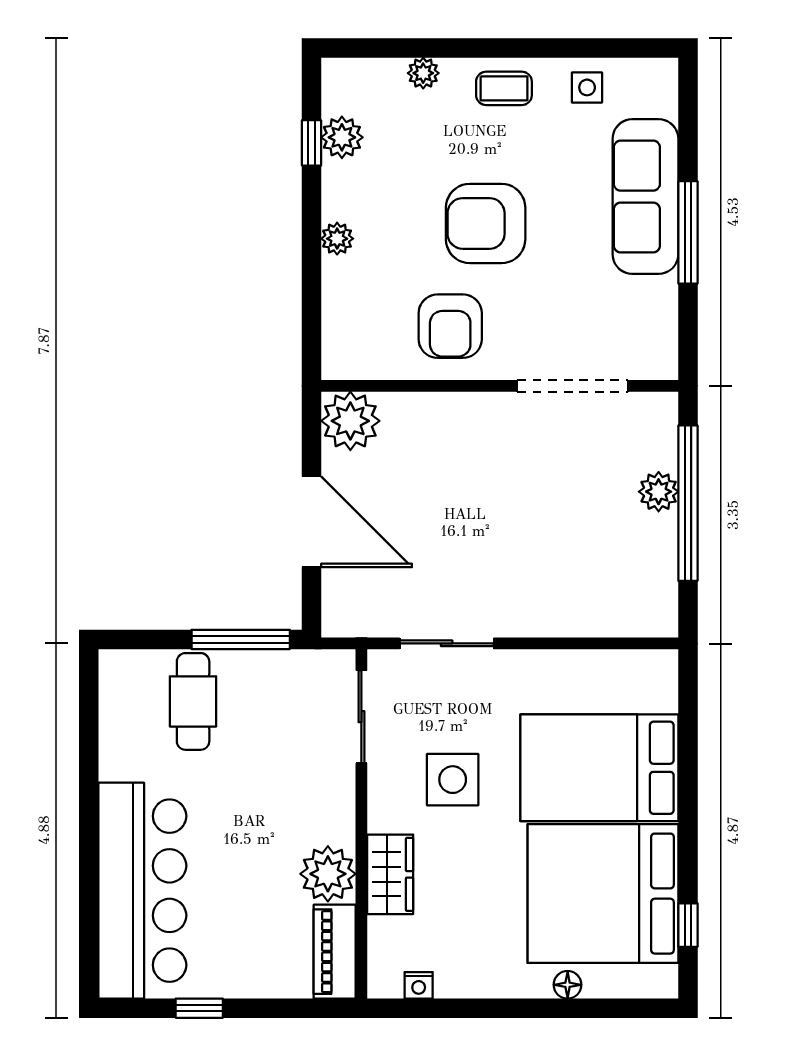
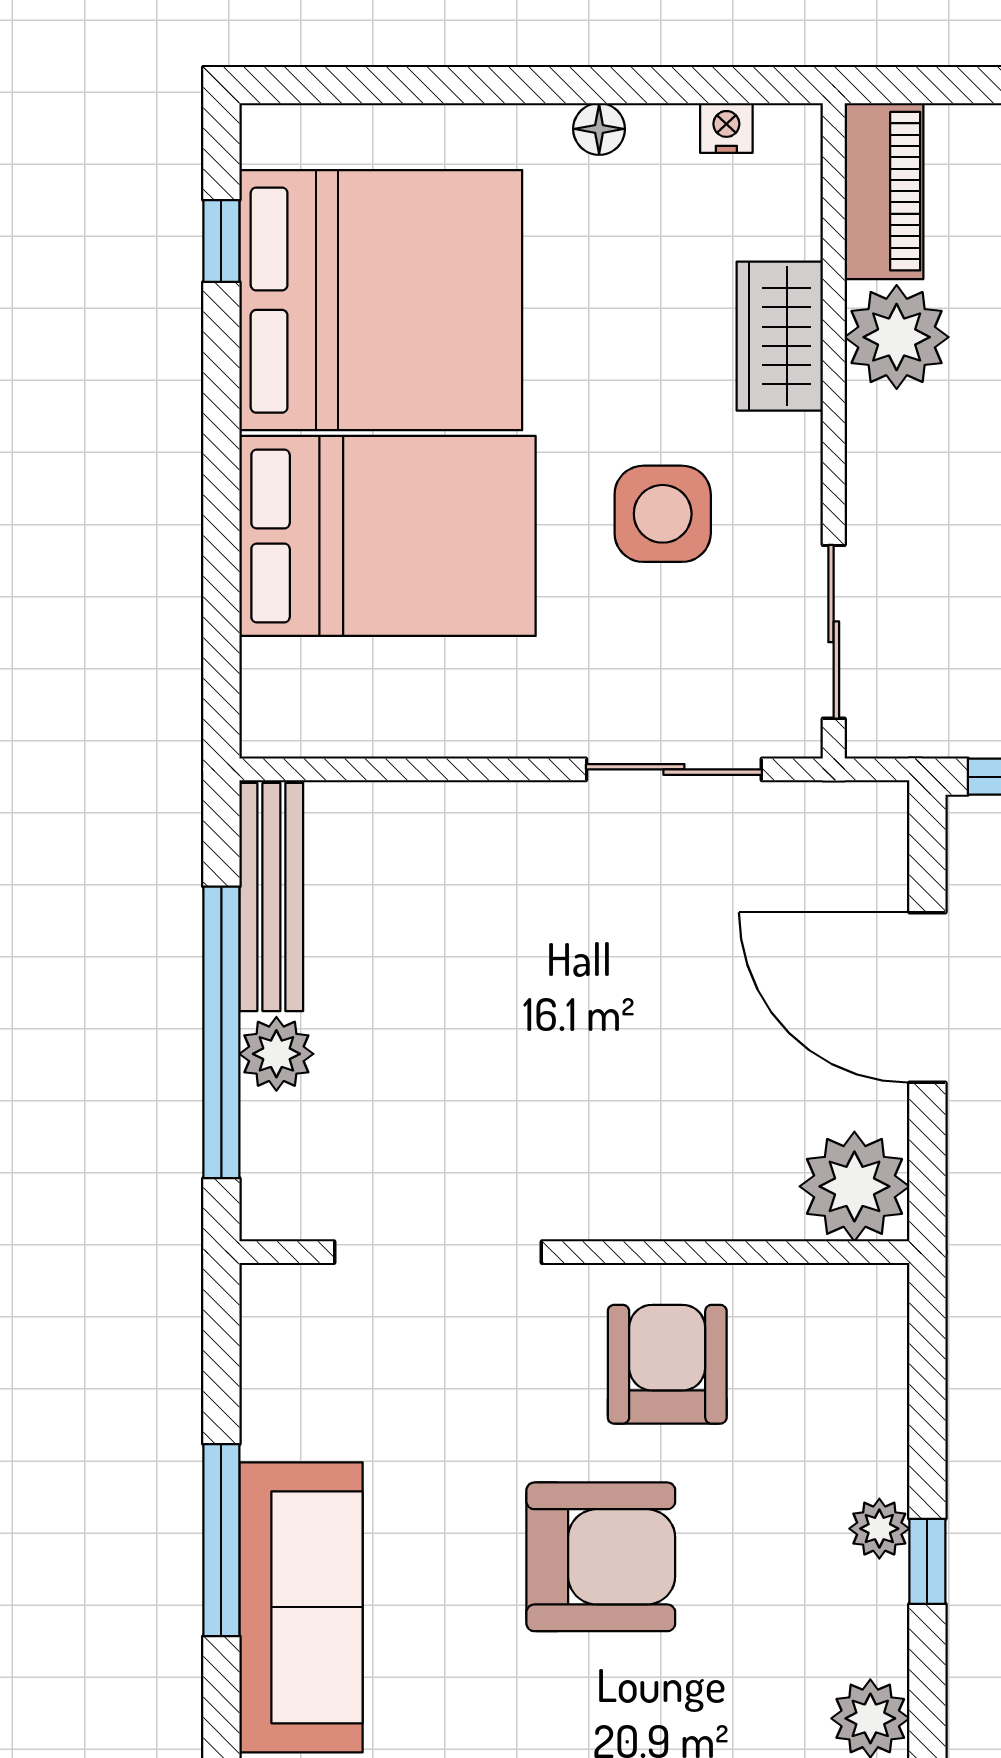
window: (311, 143) -> (927, 1561), moved
bench: (661, 575) -> (271, 897), added
floor lamp: (568, 985) -> (599, 129), moved

